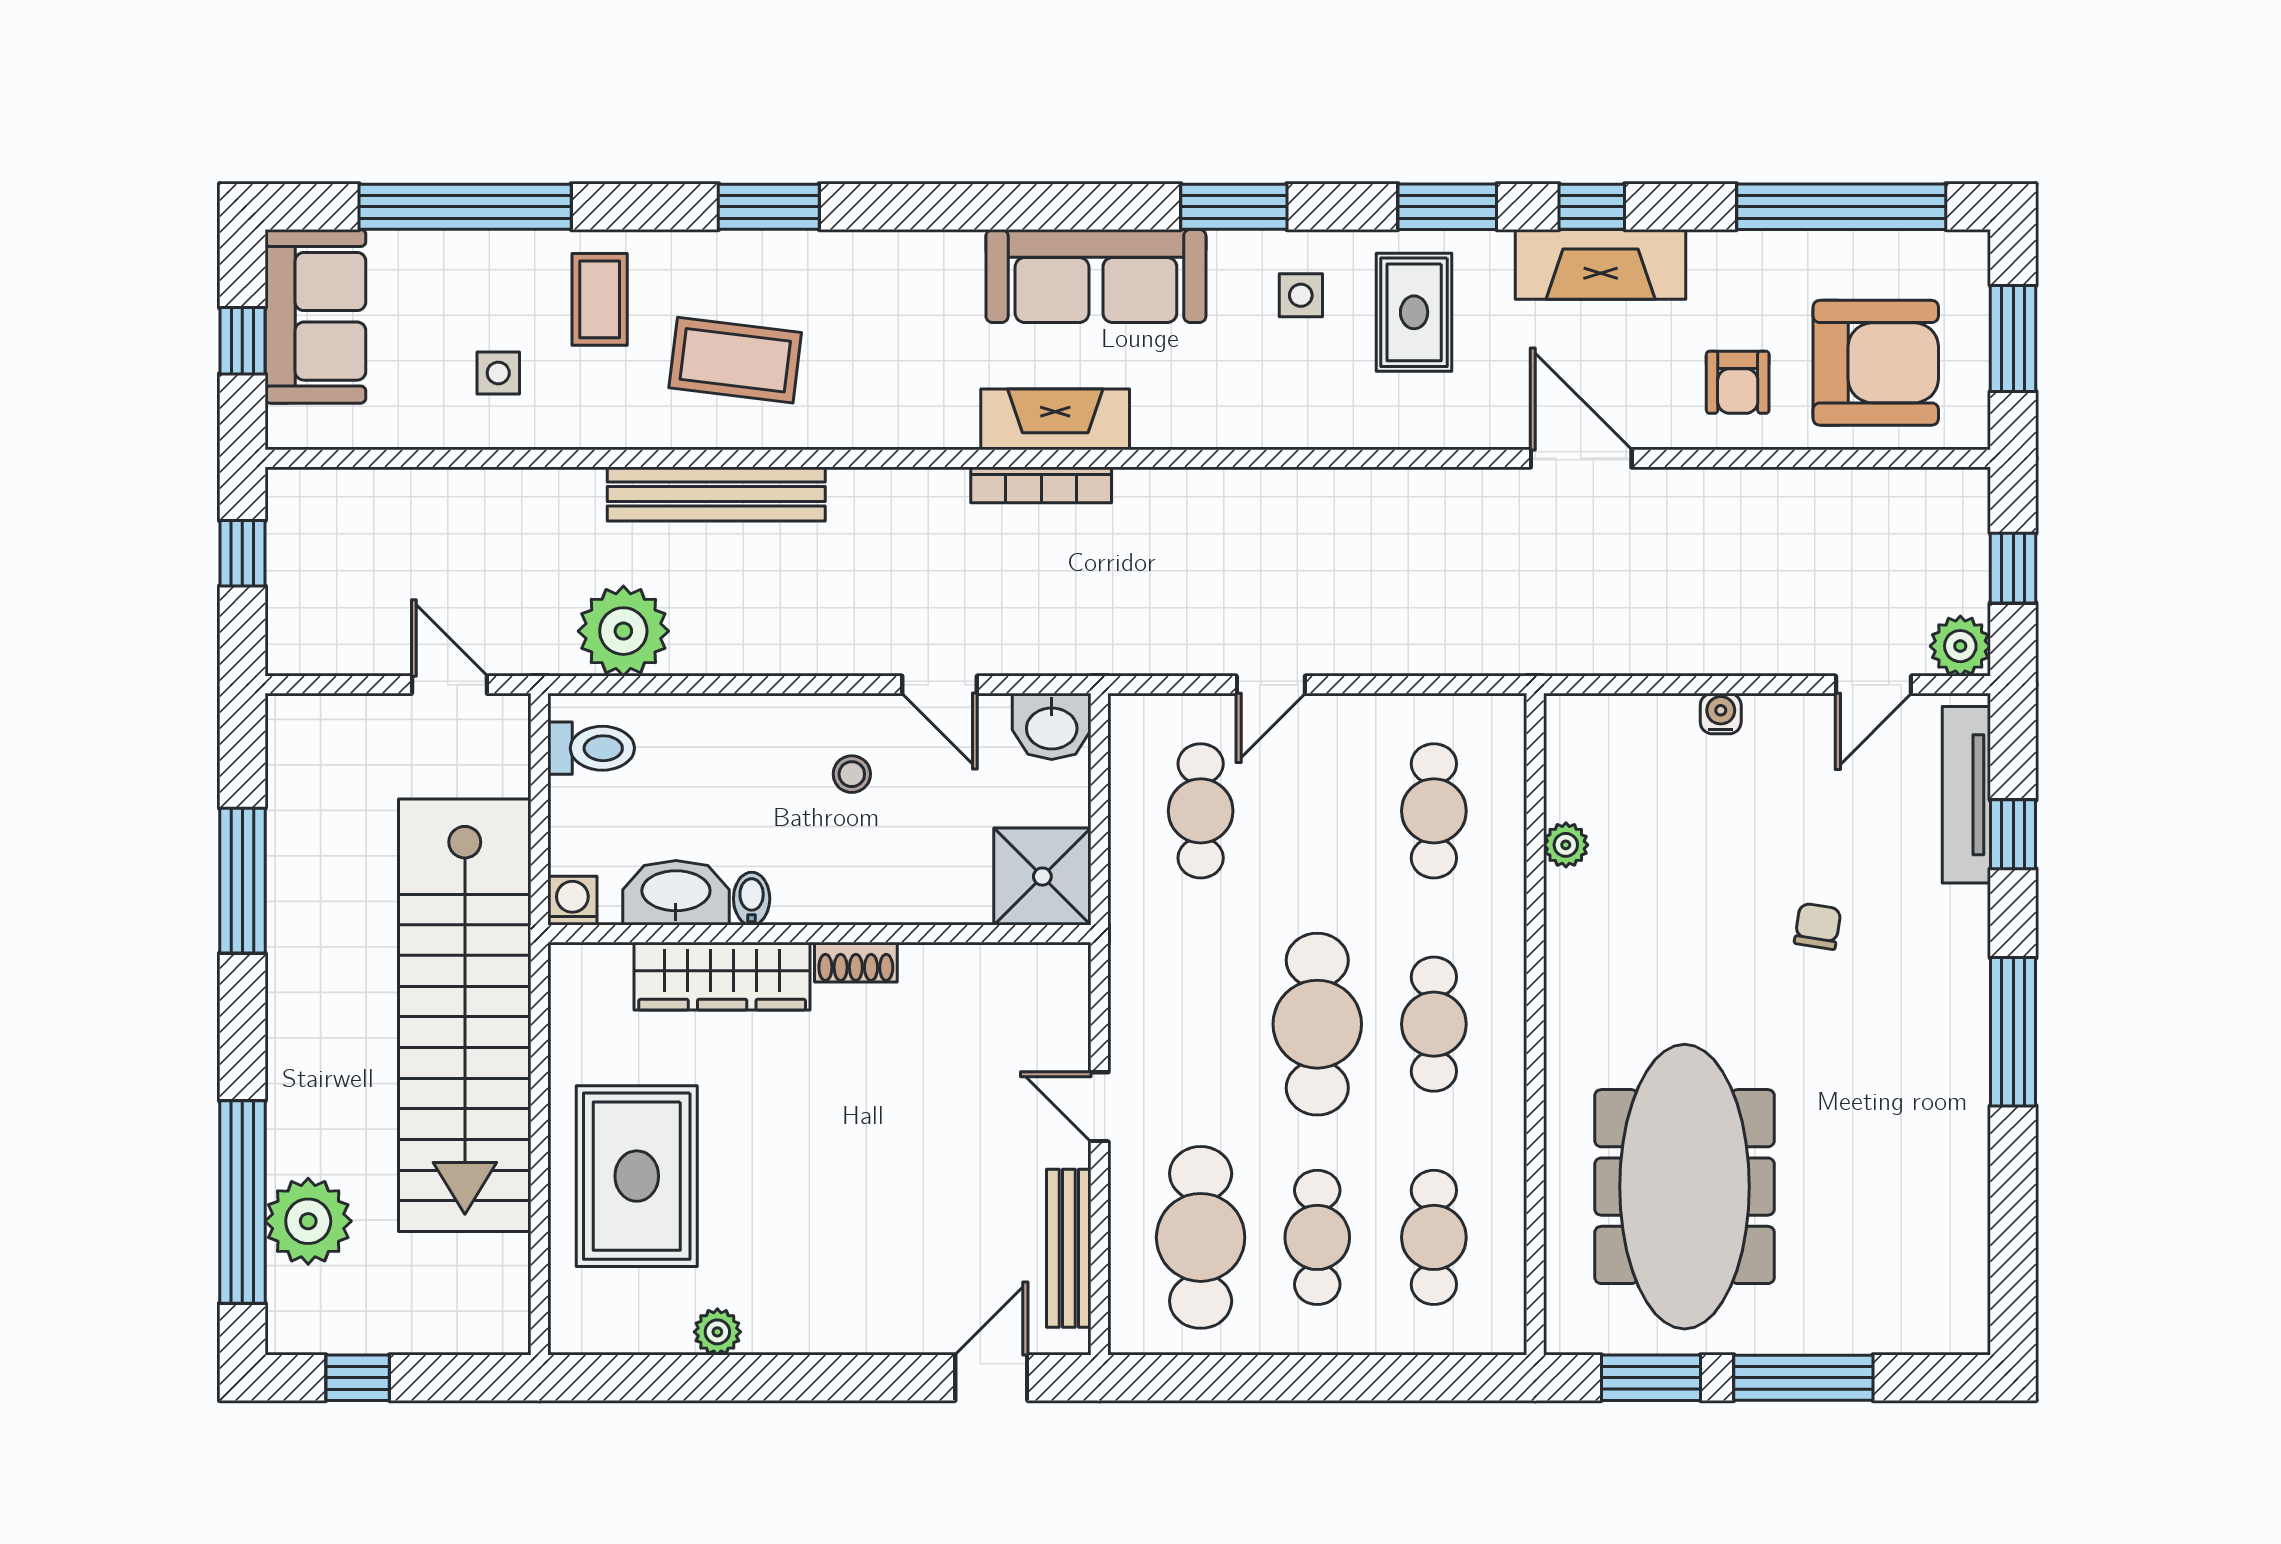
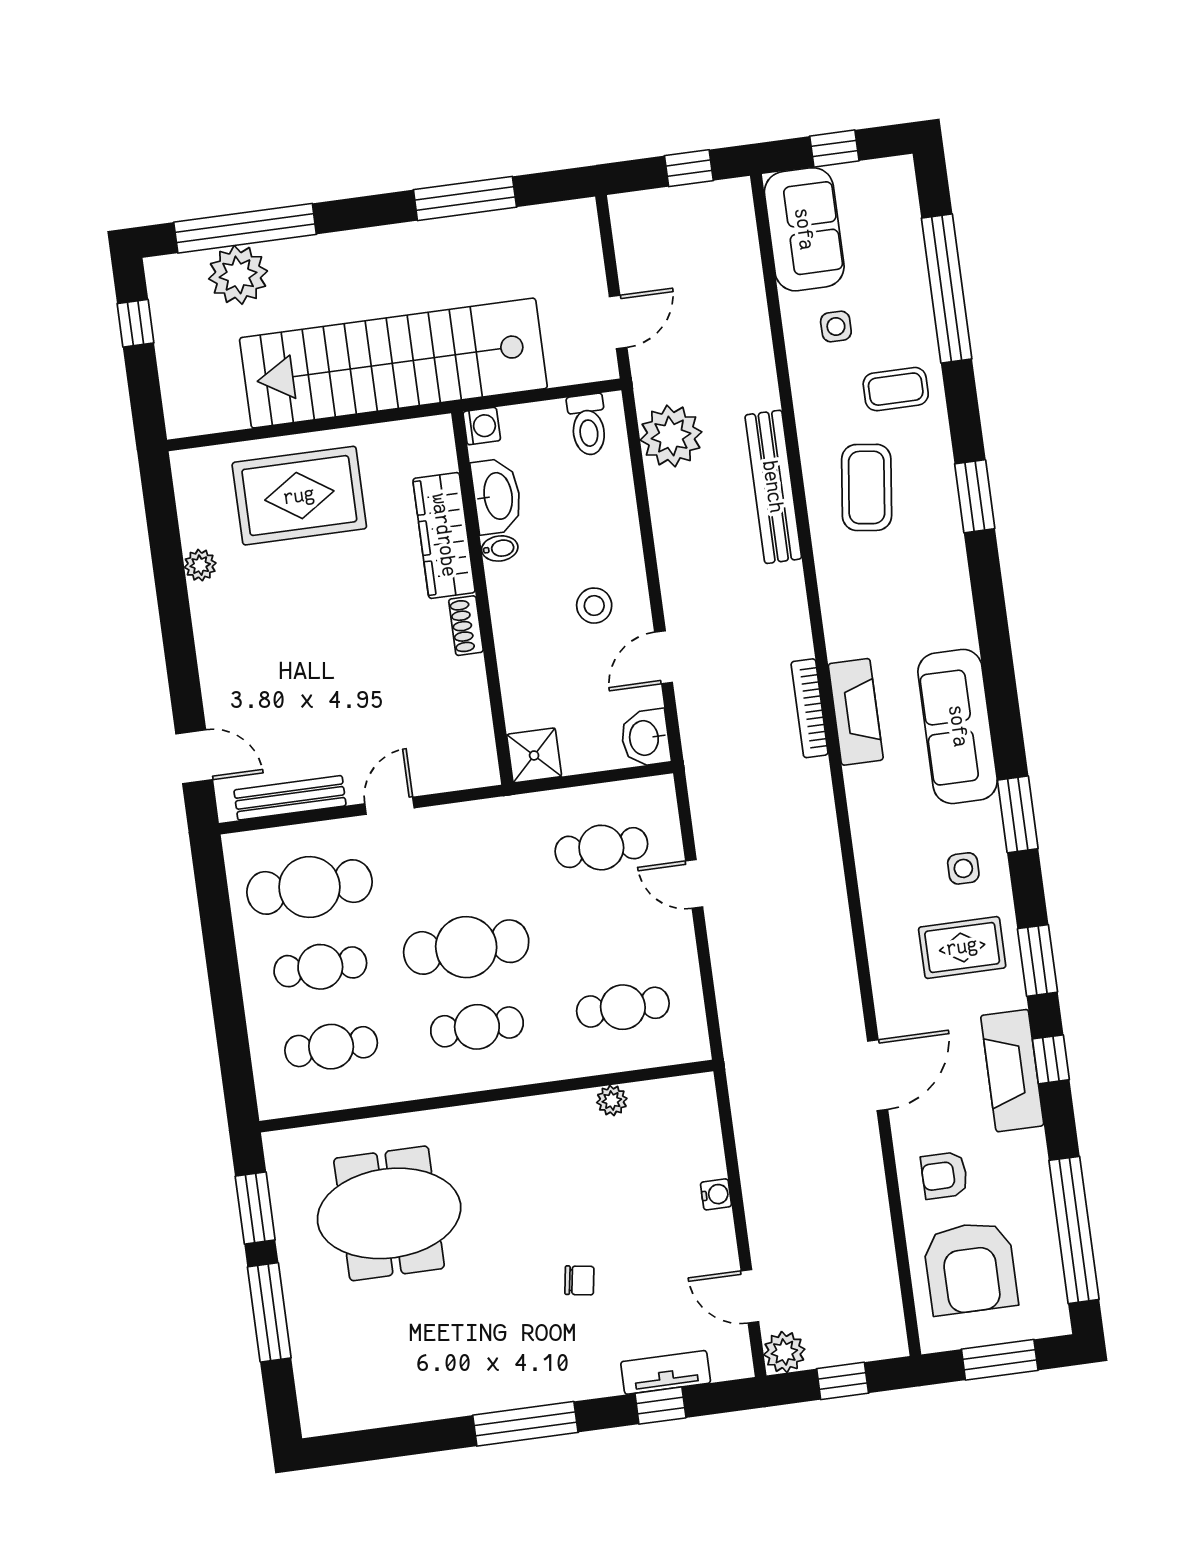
sofa: (315, 316) -> (804, 229), moved, turned -90
stool: (852, 774) -> (594, 606), width x1.37, depth x1.37
tv unit: (1966, 795) -> (666, 1372), width x0.71
shower: (1042, 877) -> (534, 755), width x0.73, depth x0.73
meeting table: (1685, 1187) -> (389, 1213), width x0.73

